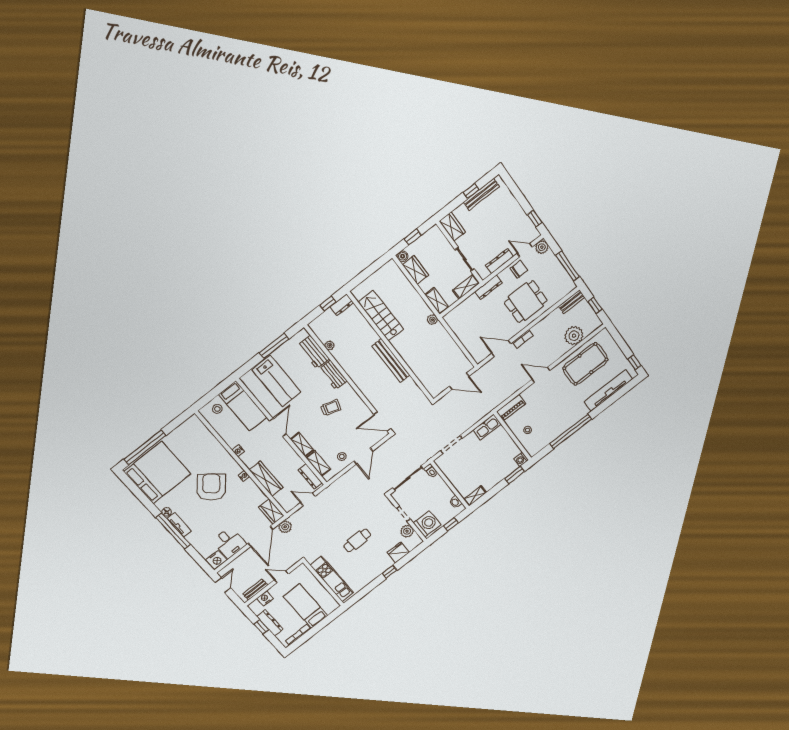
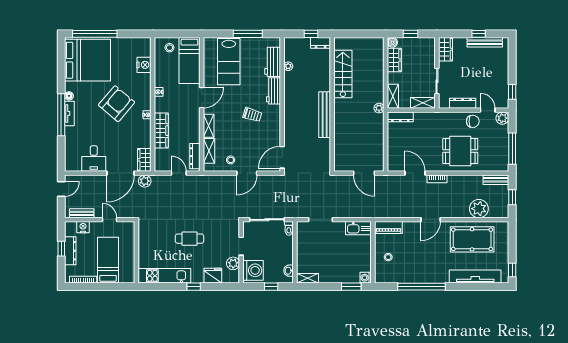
dresser: (489, 287) -> (400, 117), moved
door: (541, 375) -> (431, 220), swing flipped
door: (382, 422) -> (282, 157), hinge flipped
nightstand: (216, 560) -> (144, 65), moved, turned -90
kitchen unit: (332, 579) -> (164, 276), moved, turned -90

